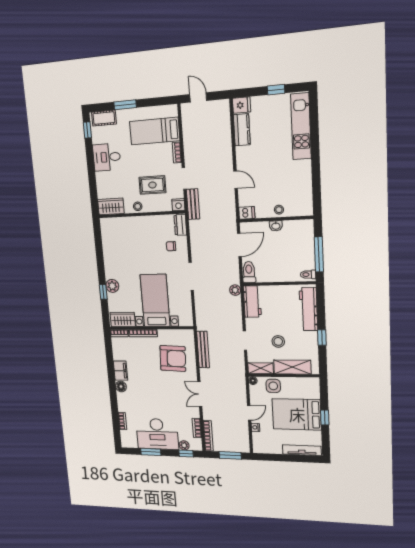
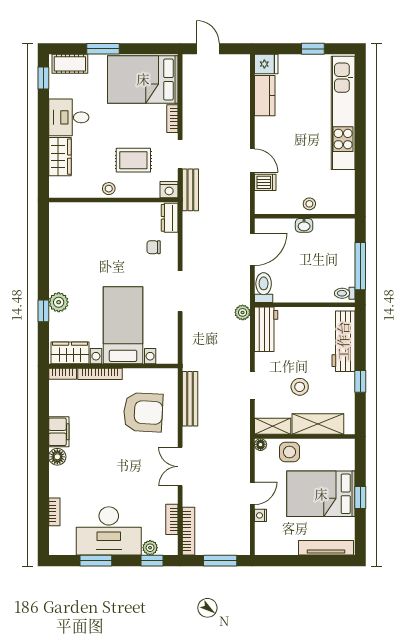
kitchen unit: (301, 126) -> (343, 113), width x1.36
bed: (155, 131) -> (143, 79), width x1.50
wardrobe: (111, 207) -> (60, 157), moved, turned 90
dishwasher: (247, 213) -> (265, 182), moved

